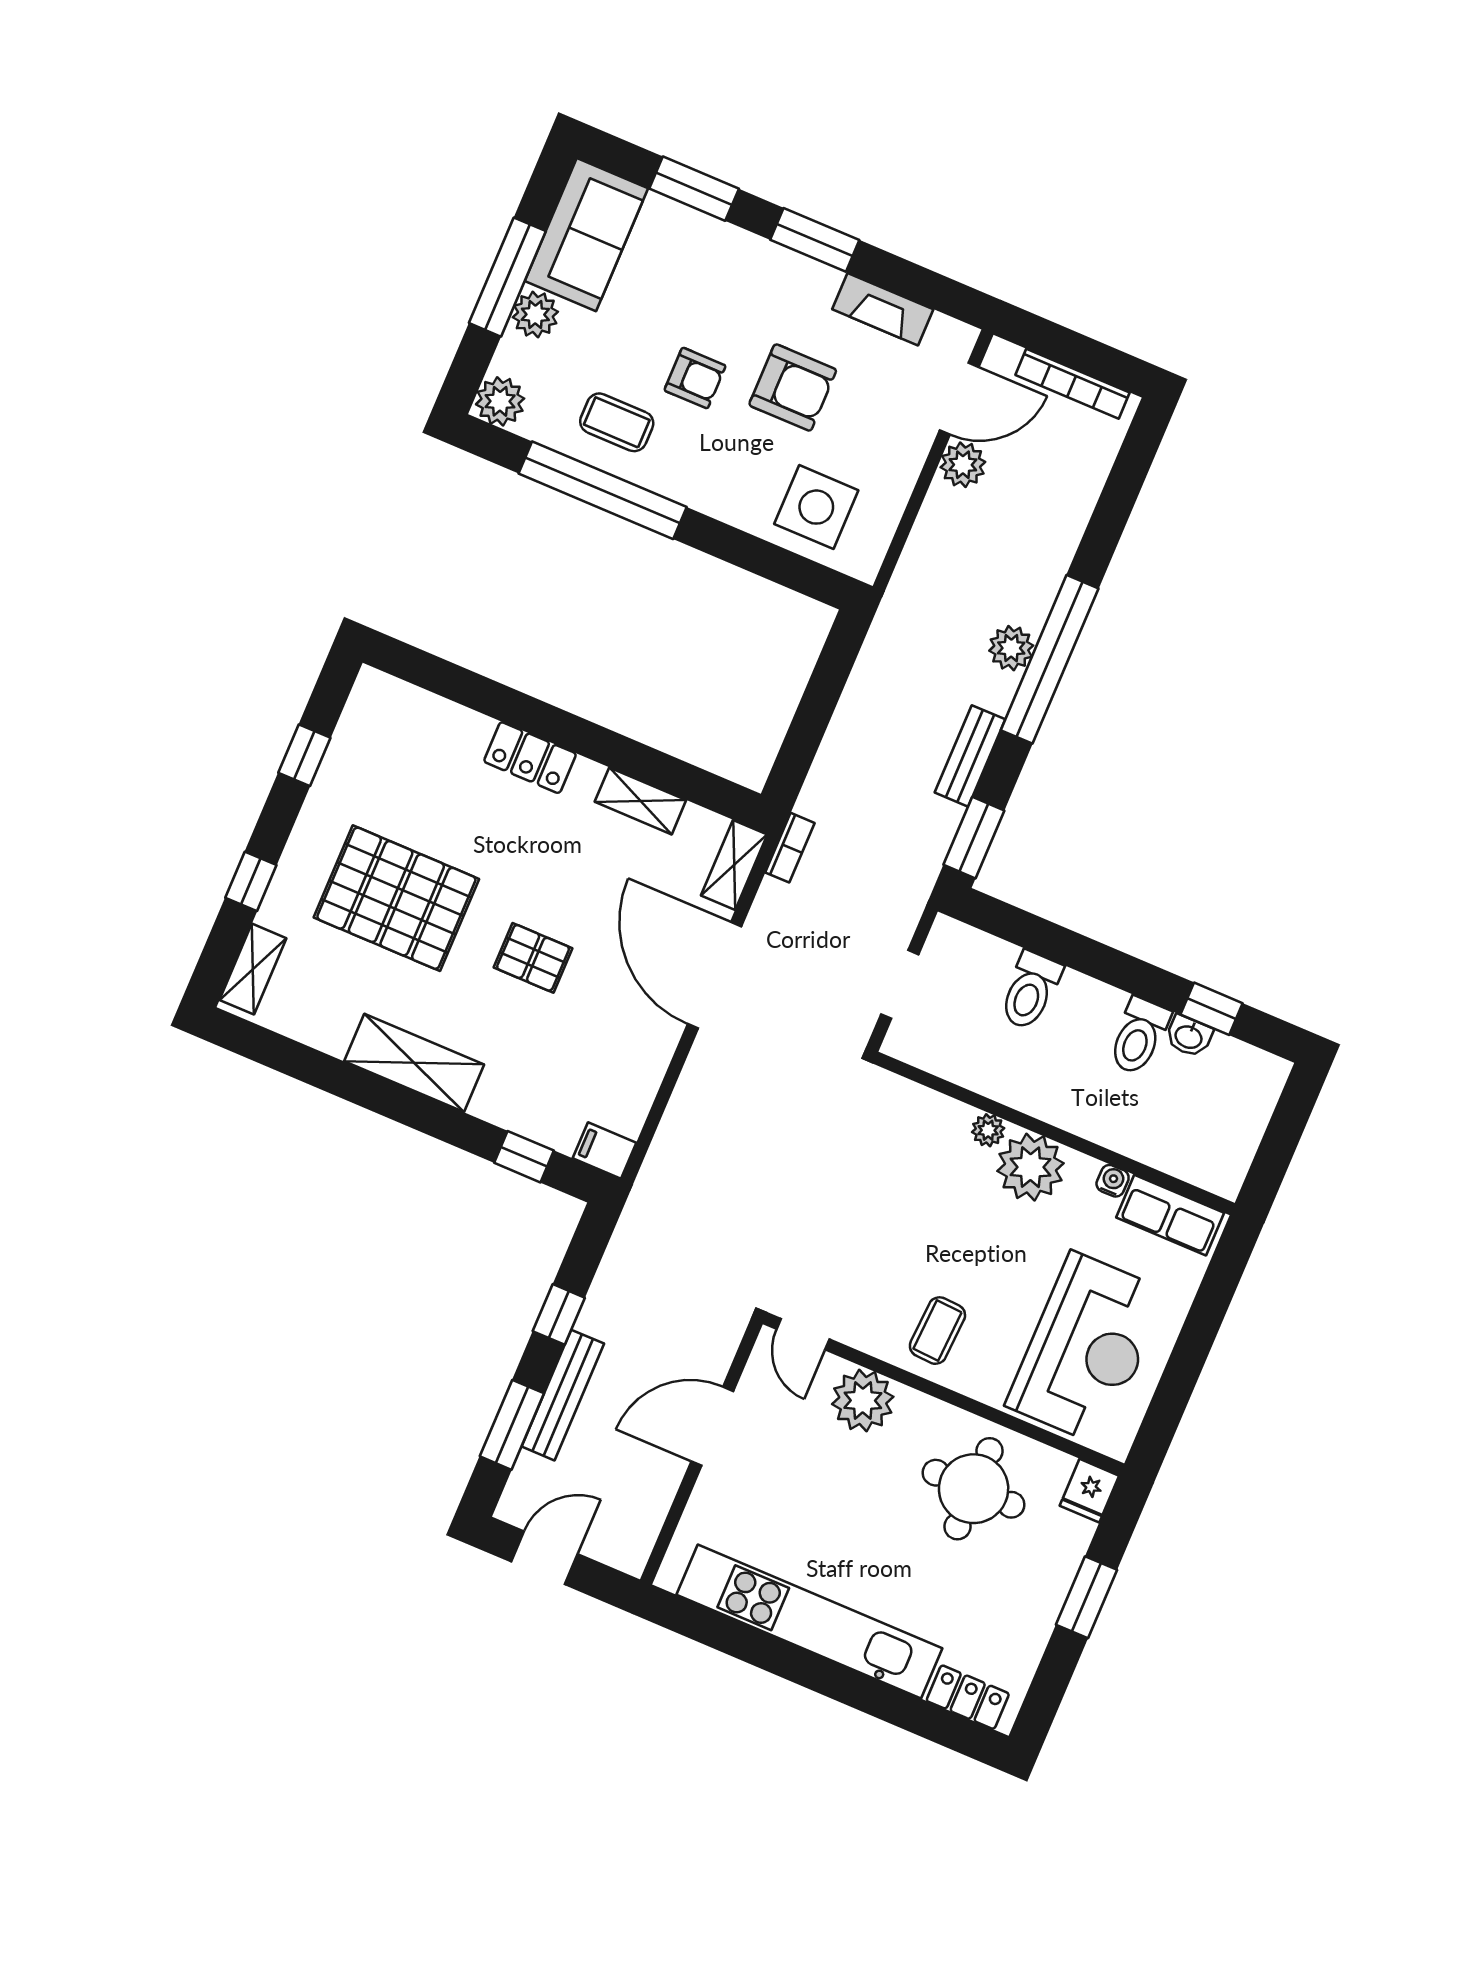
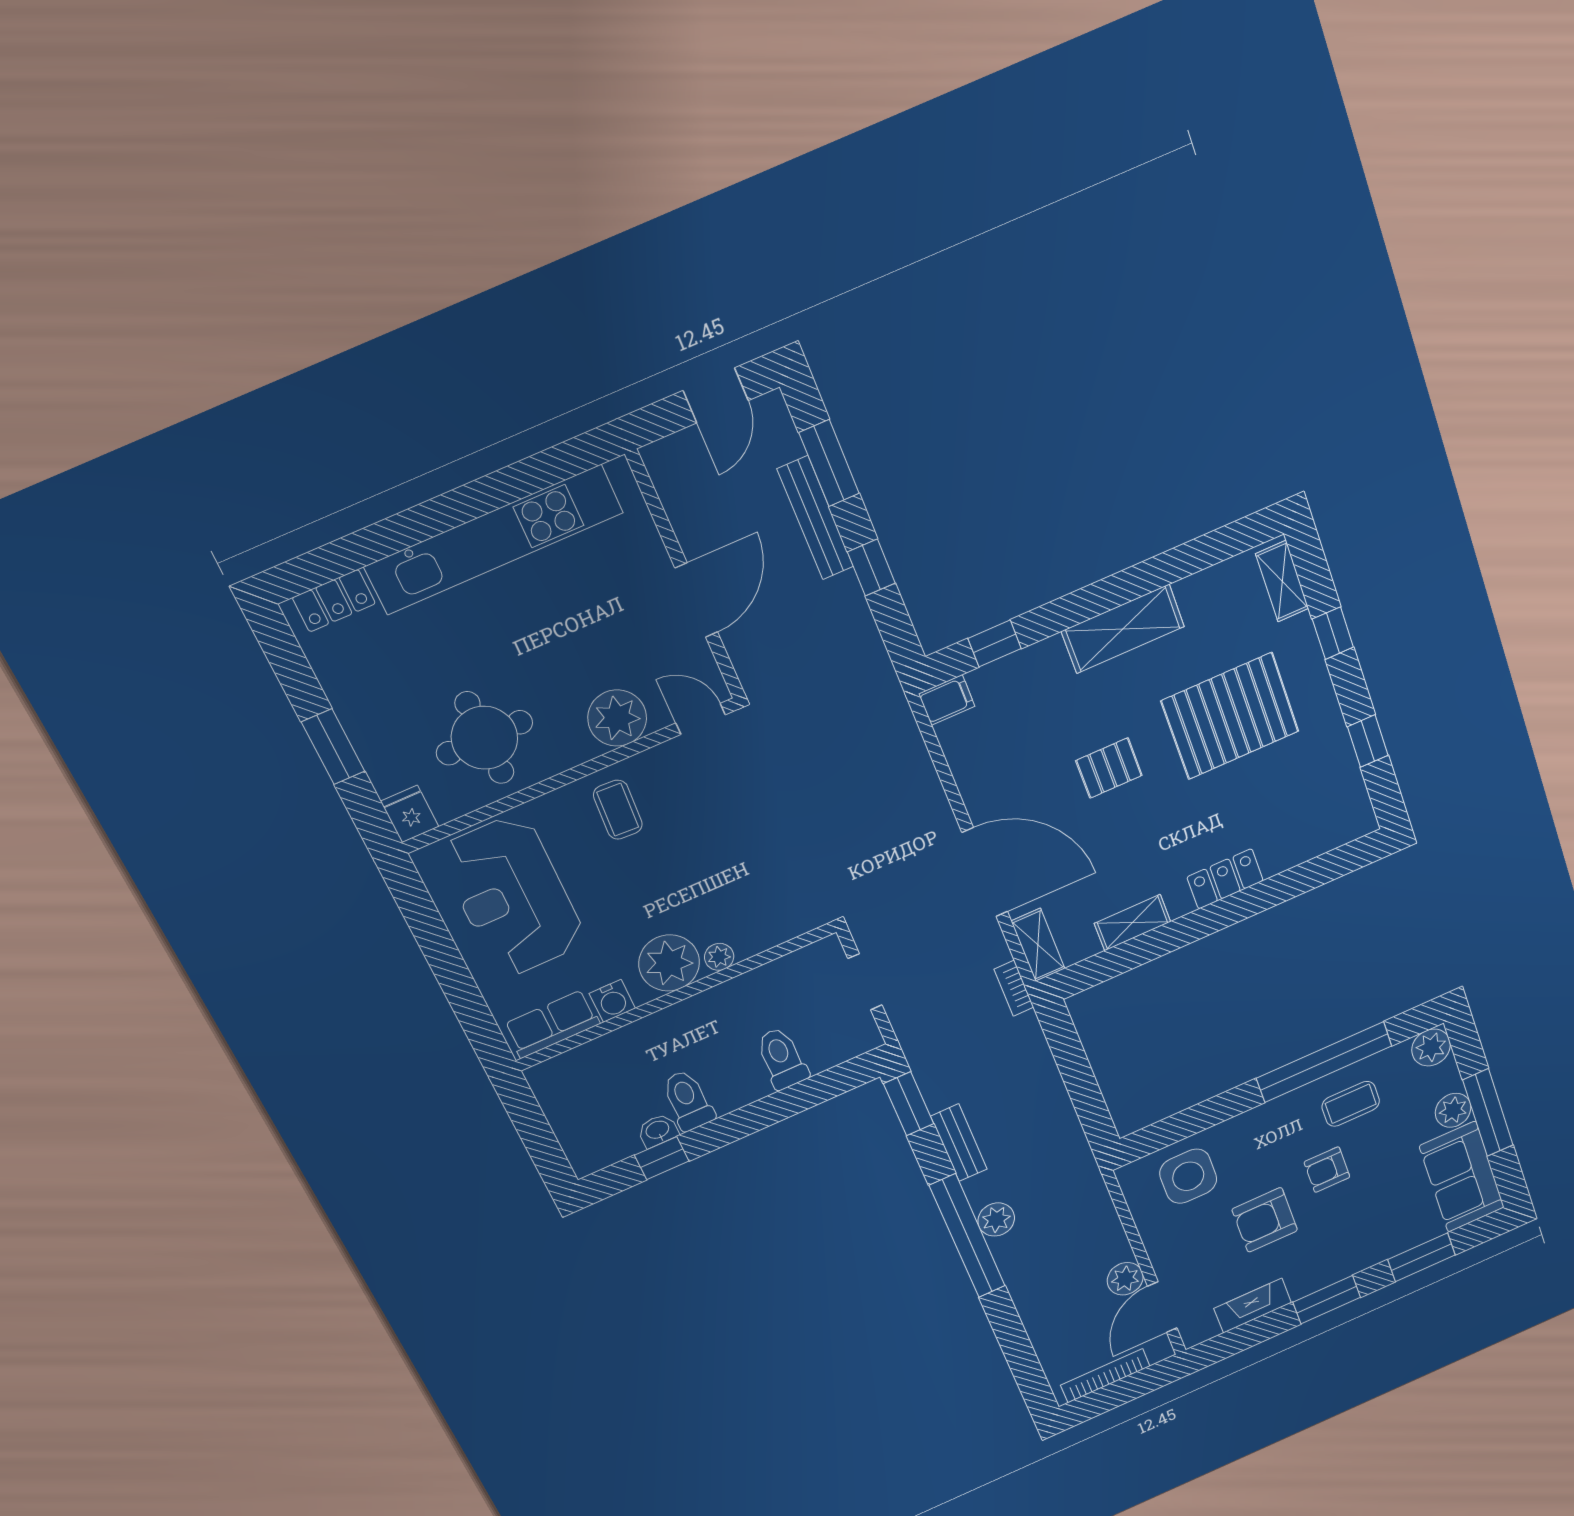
water cooler: (1113, 1181) -> (612, 1001), width x1.38, depth x1.38

